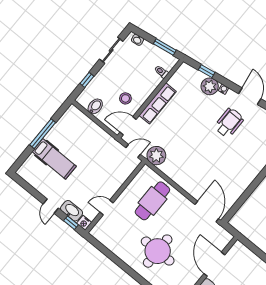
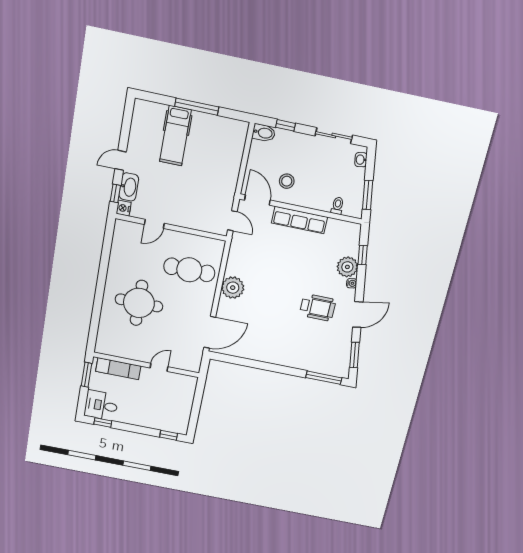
bidet: (95, 106) -> (264, 133), moved
plant: (156, 156) -> (233, 288), moved
door: (106, 207) -> (154, 224), swing flipped
door: (214, 264) -> (159, 367), width x0.53

